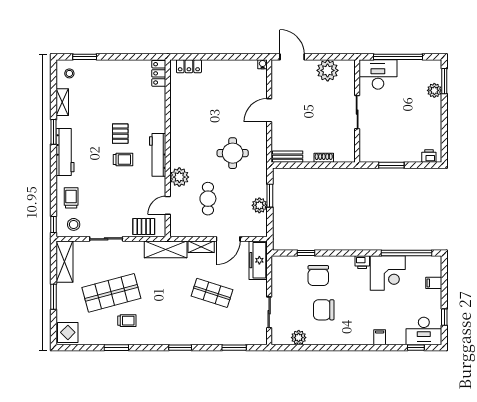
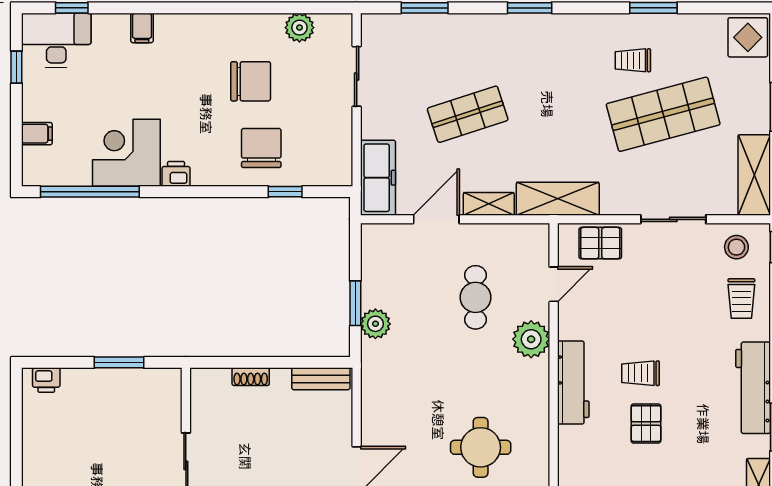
round table: (233, 153) -> (481, 447), moved
plant: (259, 205) -> (375, 324), moved
shop shelf: (212, 293) -> (468, 114), turned -36

